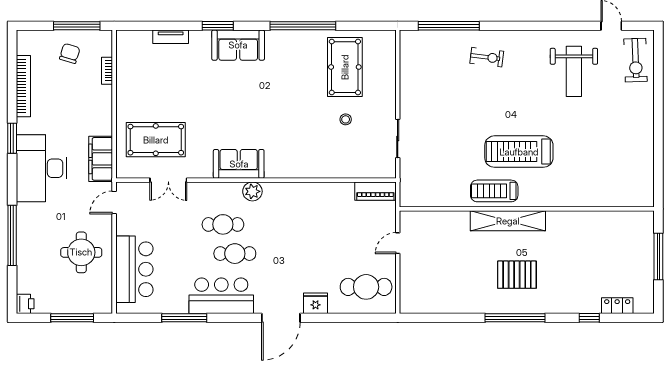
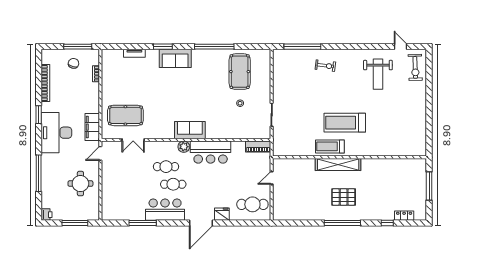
sofa: (239, 164) -> (190, 130), moved
bar counter: (134, 269) -> (211, 152), moved, turned 90

